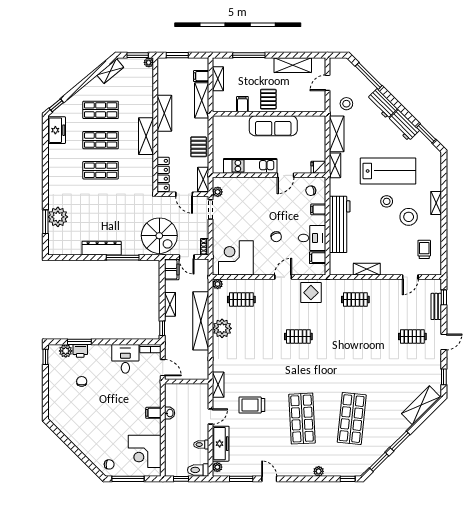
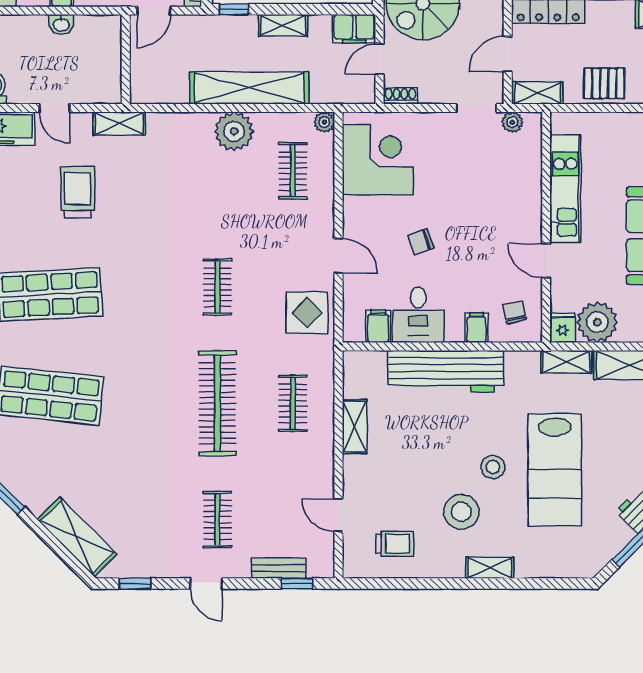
plant: (316, 150) -> (597, 322), added
clothes rail: (355, 336) -> (217, 403), added

